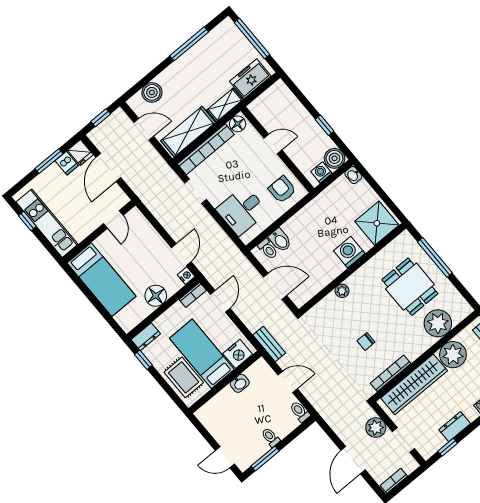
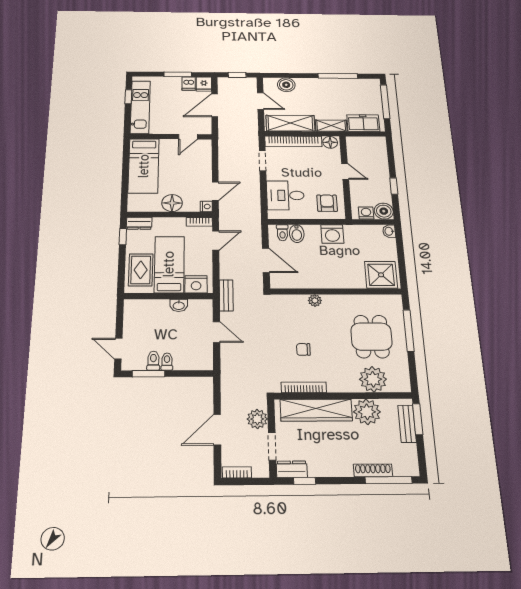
washing machine: (349, 252) -> (332, 234), moved, turned 180
toilet: (300, 412) -> (153, 361), moved
dresser: (455, 427) -> (292, 469), moved

